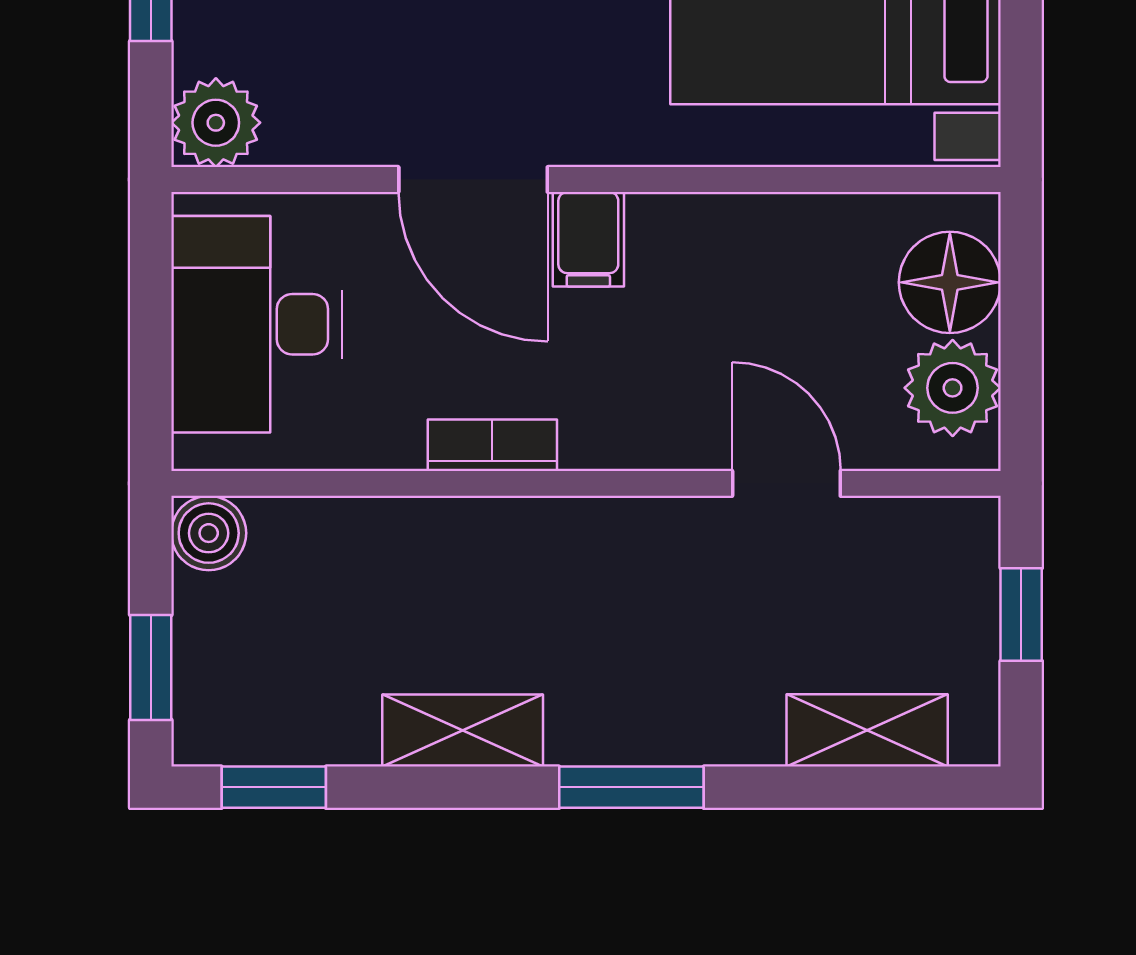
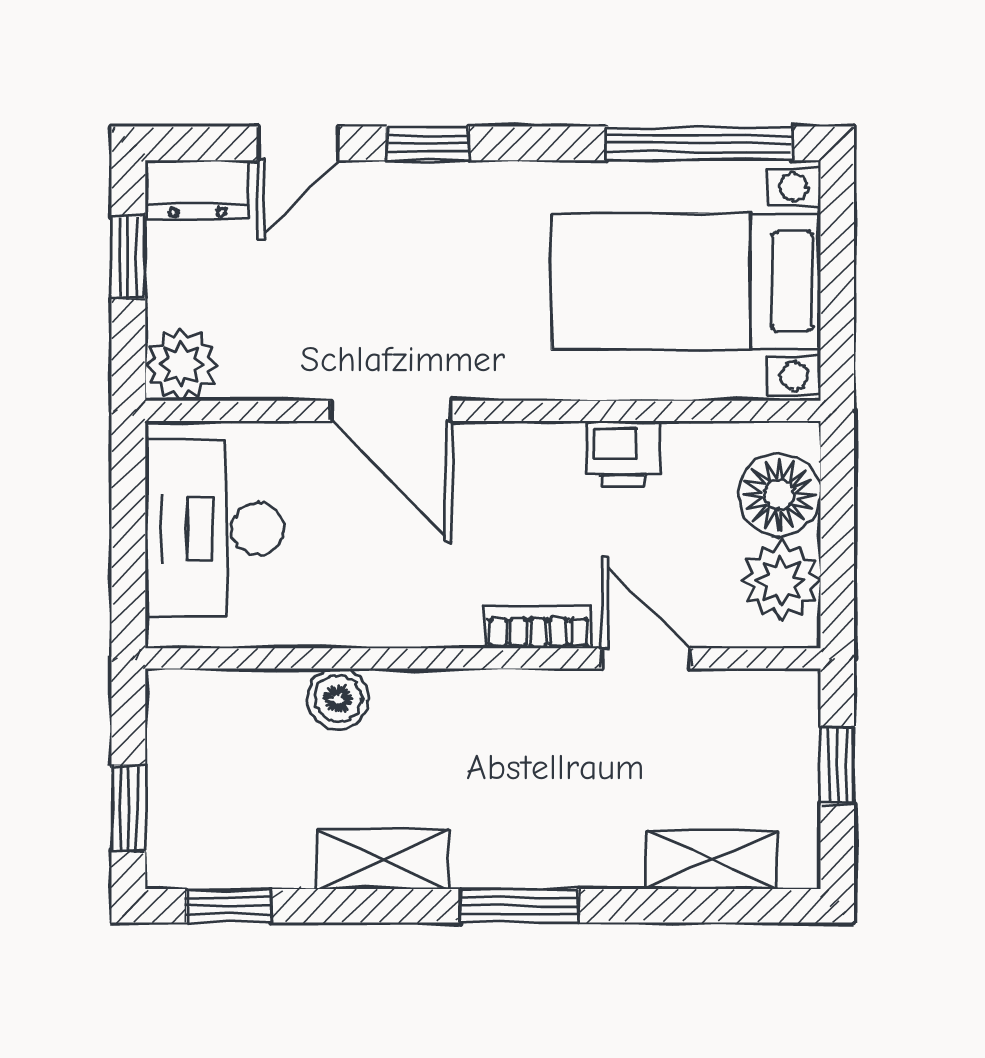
printer: (758, 233) -> (623, 454), added
filing cabinet: (588, 239) -> (485, 459), removed
bookcase: (492, 445) -> (538, 627), moved
boiler: (209, 533) -> (338, 699), moved

